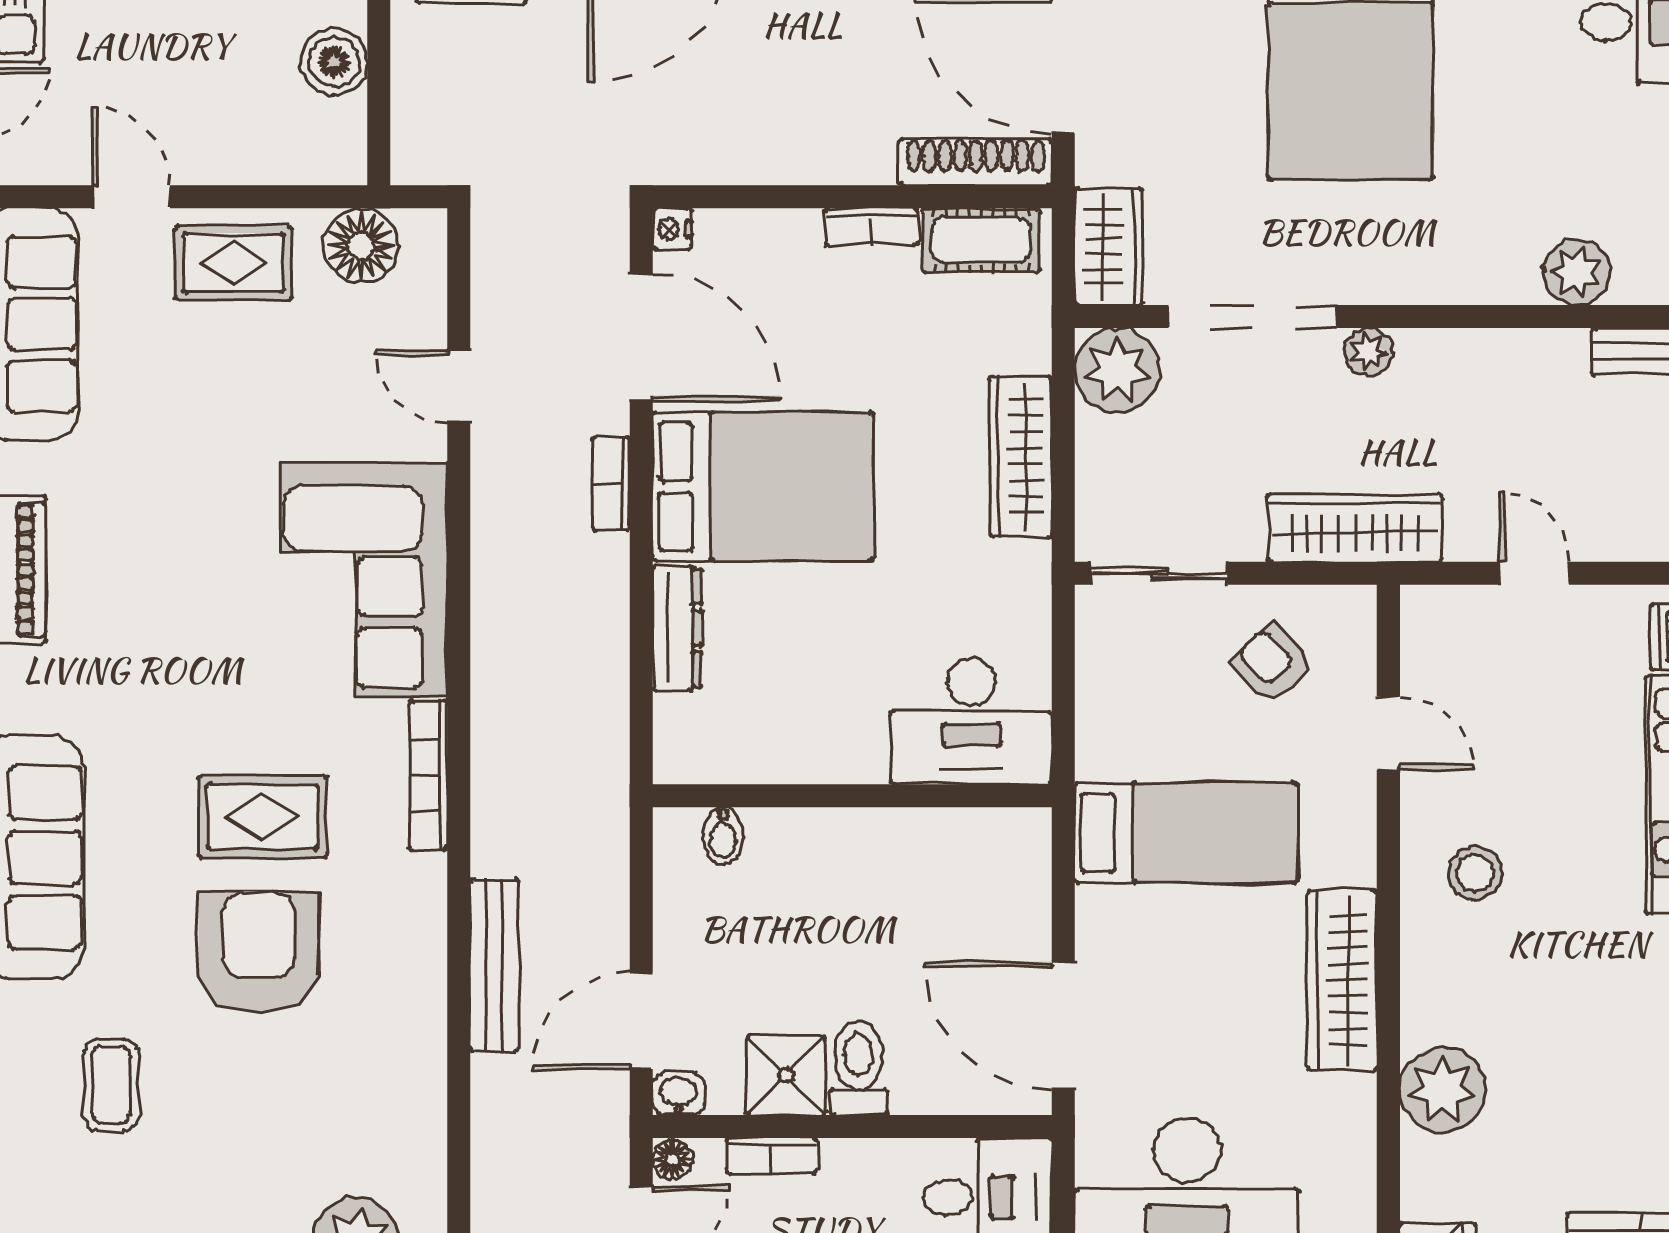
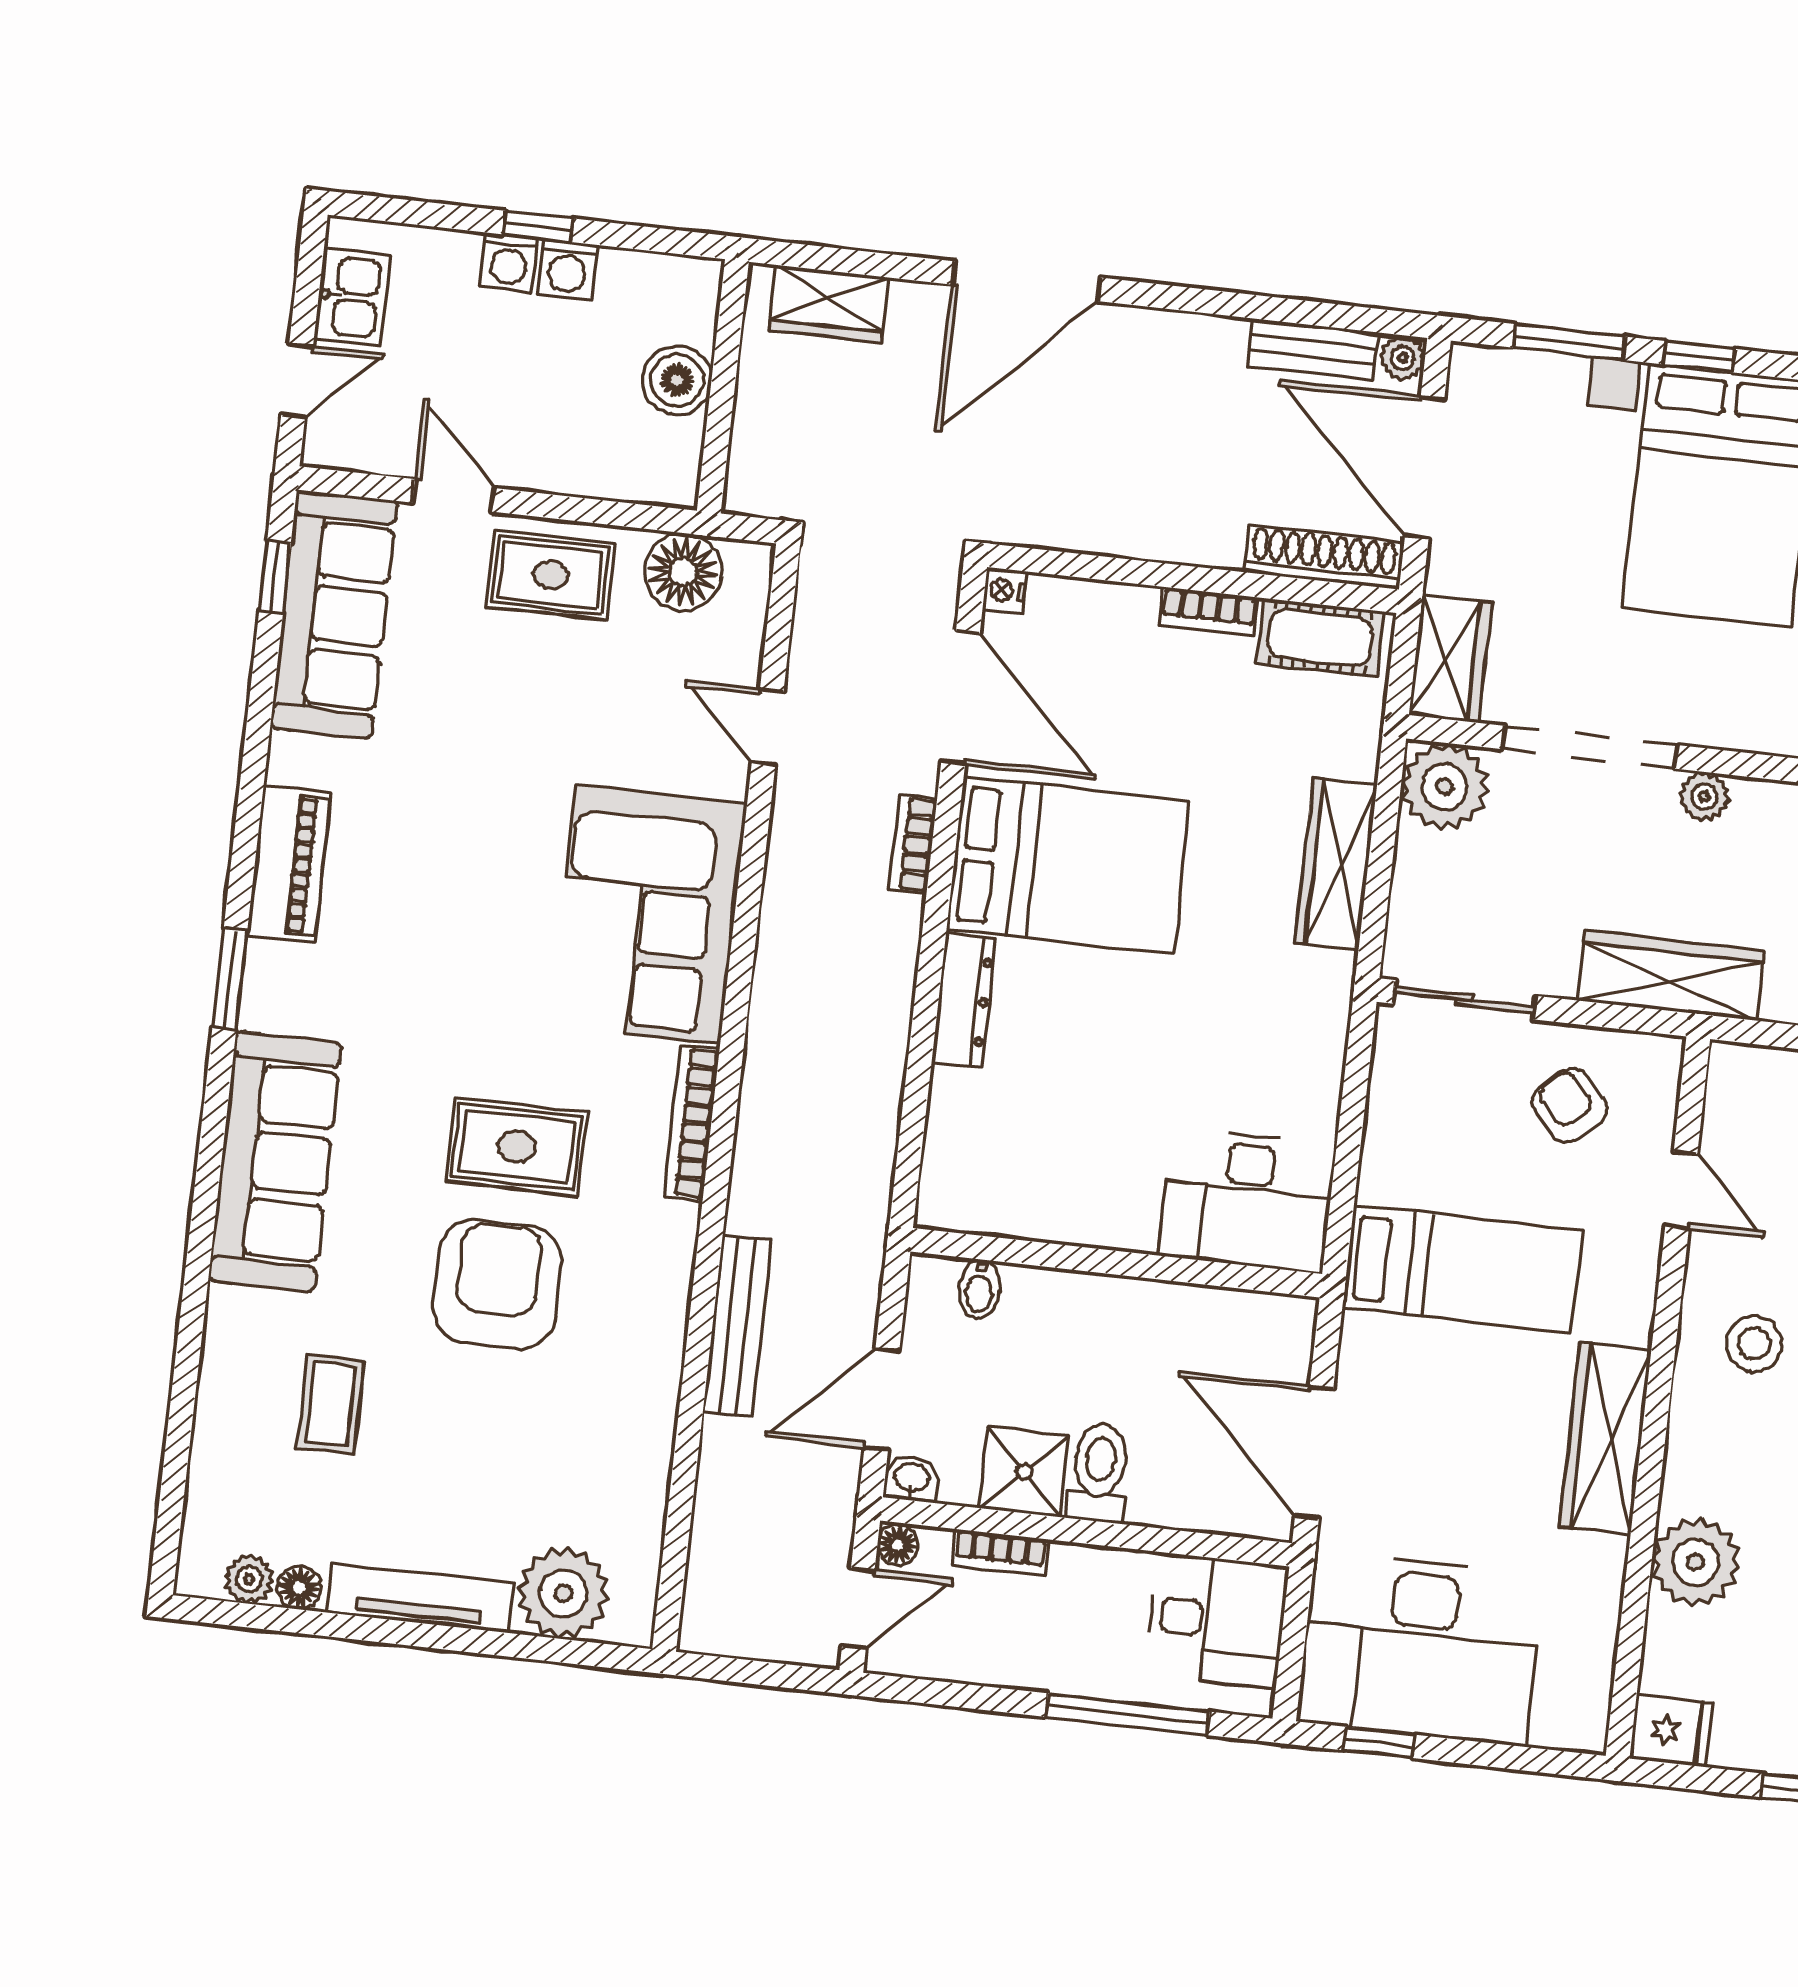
desk: (971, 721) -> (1247, 1200), moved
wall: (852, 796) -> (1116, 1263), moved
bidet: (723, 836) -> (979, 1289), moved

